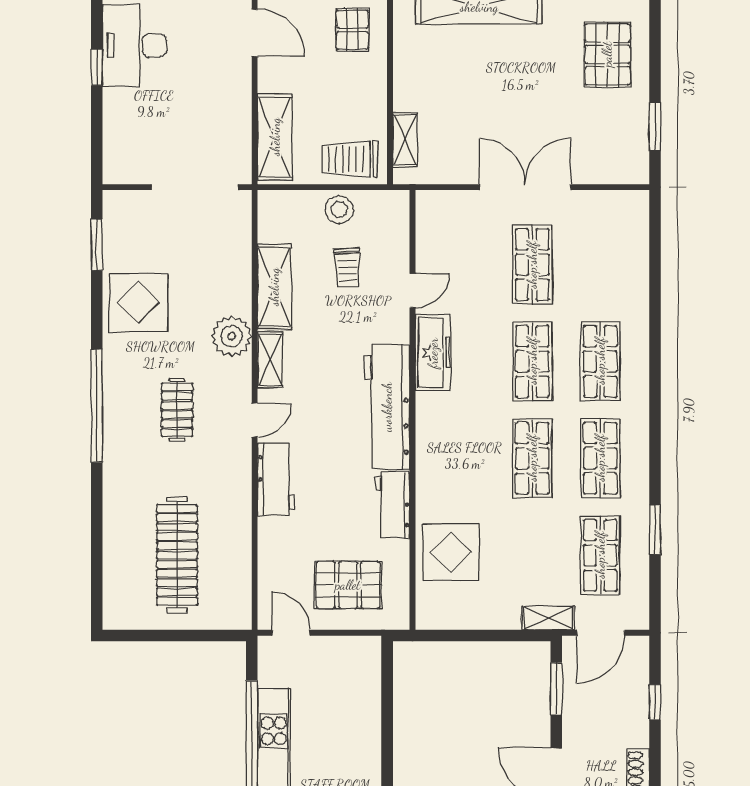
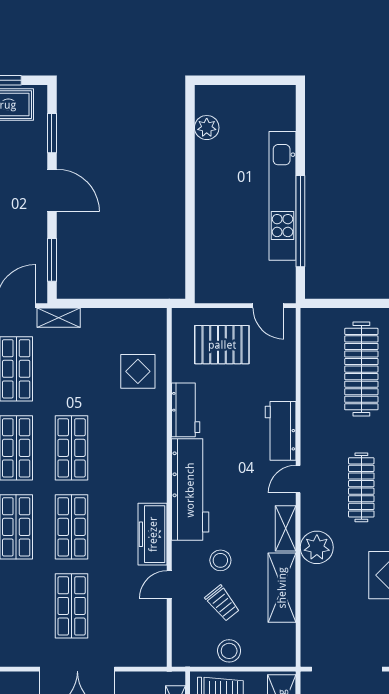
trolley: (347, 268) -> (222, 603), turned 144
stool: (350, 320) -> (220, 560), added
clothes rail: (177, 410) -> (361, 487), width x1.36
display table: (451, 552) -> (138, 371), width x0.73, depth x0.73

